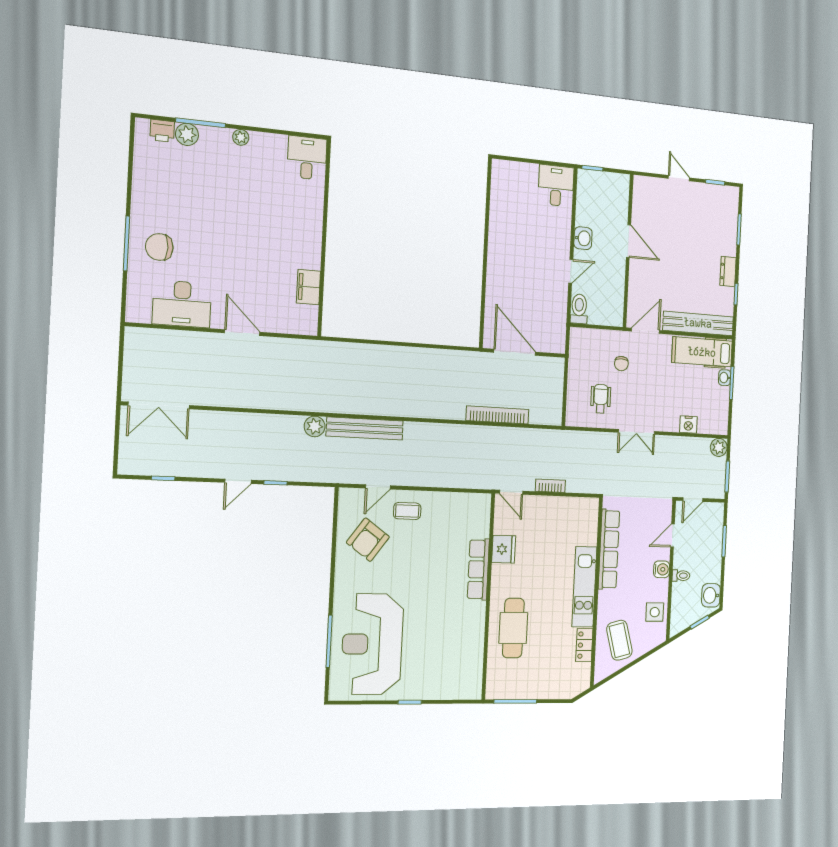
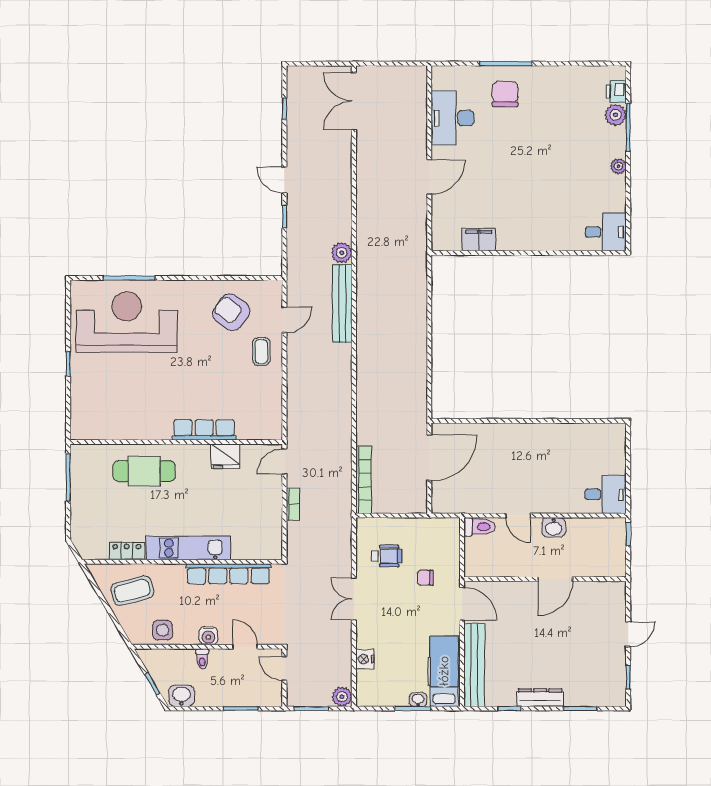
dresser: (728, 272) -> (540, 698), width x1.44
bookcase: (497, 415) -> (363, 480), moved
door: (378, 487) -> (284, 320), swing flipped

